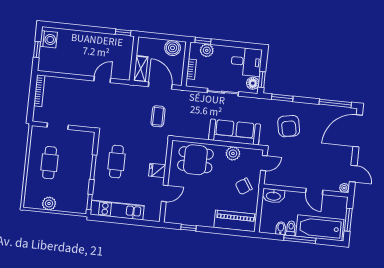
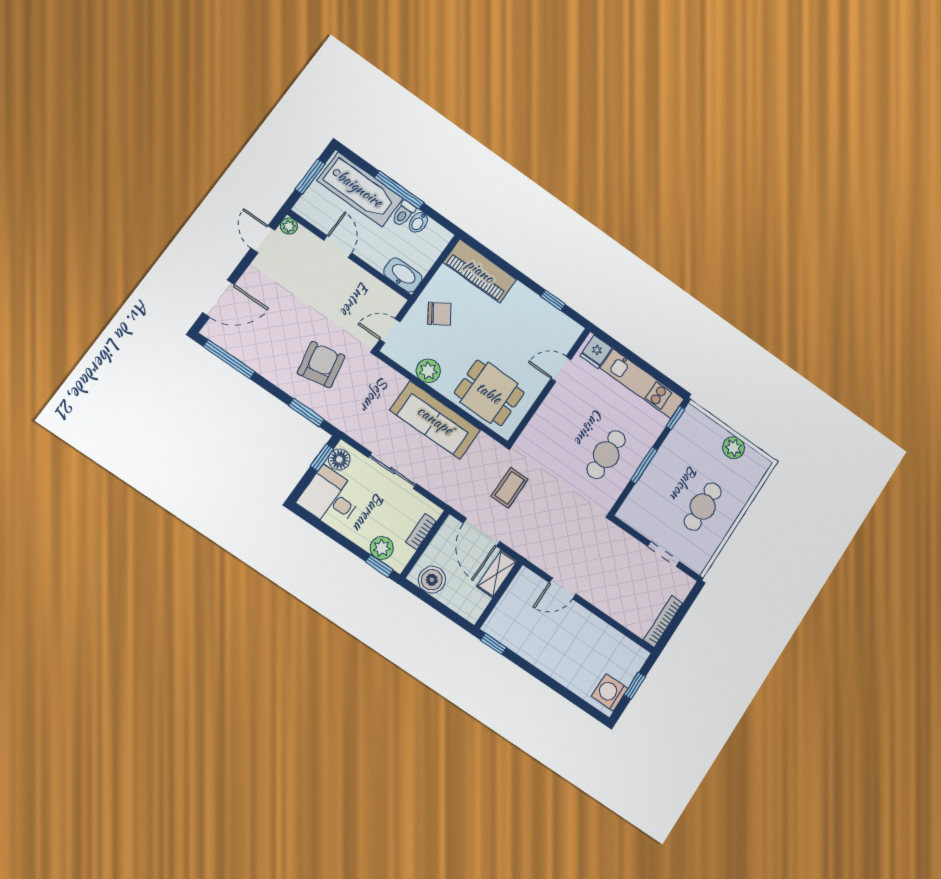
door: (358, 131) -> (218, 298), width x0.73
sofa: (235, 132) -> (435, 420), moved
fridge: (157, 170) -> (596, 352), moved, turned 90

